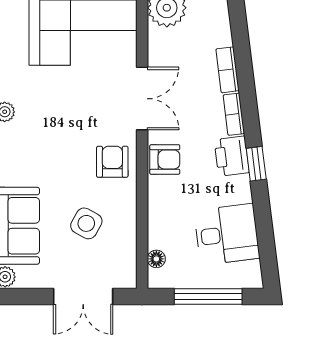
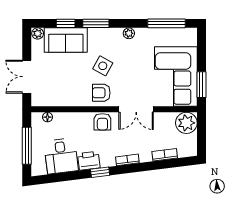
bookcase: (227, 70) -> (165, 155), moved
printer: (232, 156) -> (89, 161), moved
armchair: (112, 162) -> (101, 93), turned 180
side table: (86, 223) -> (103, 66), moved

